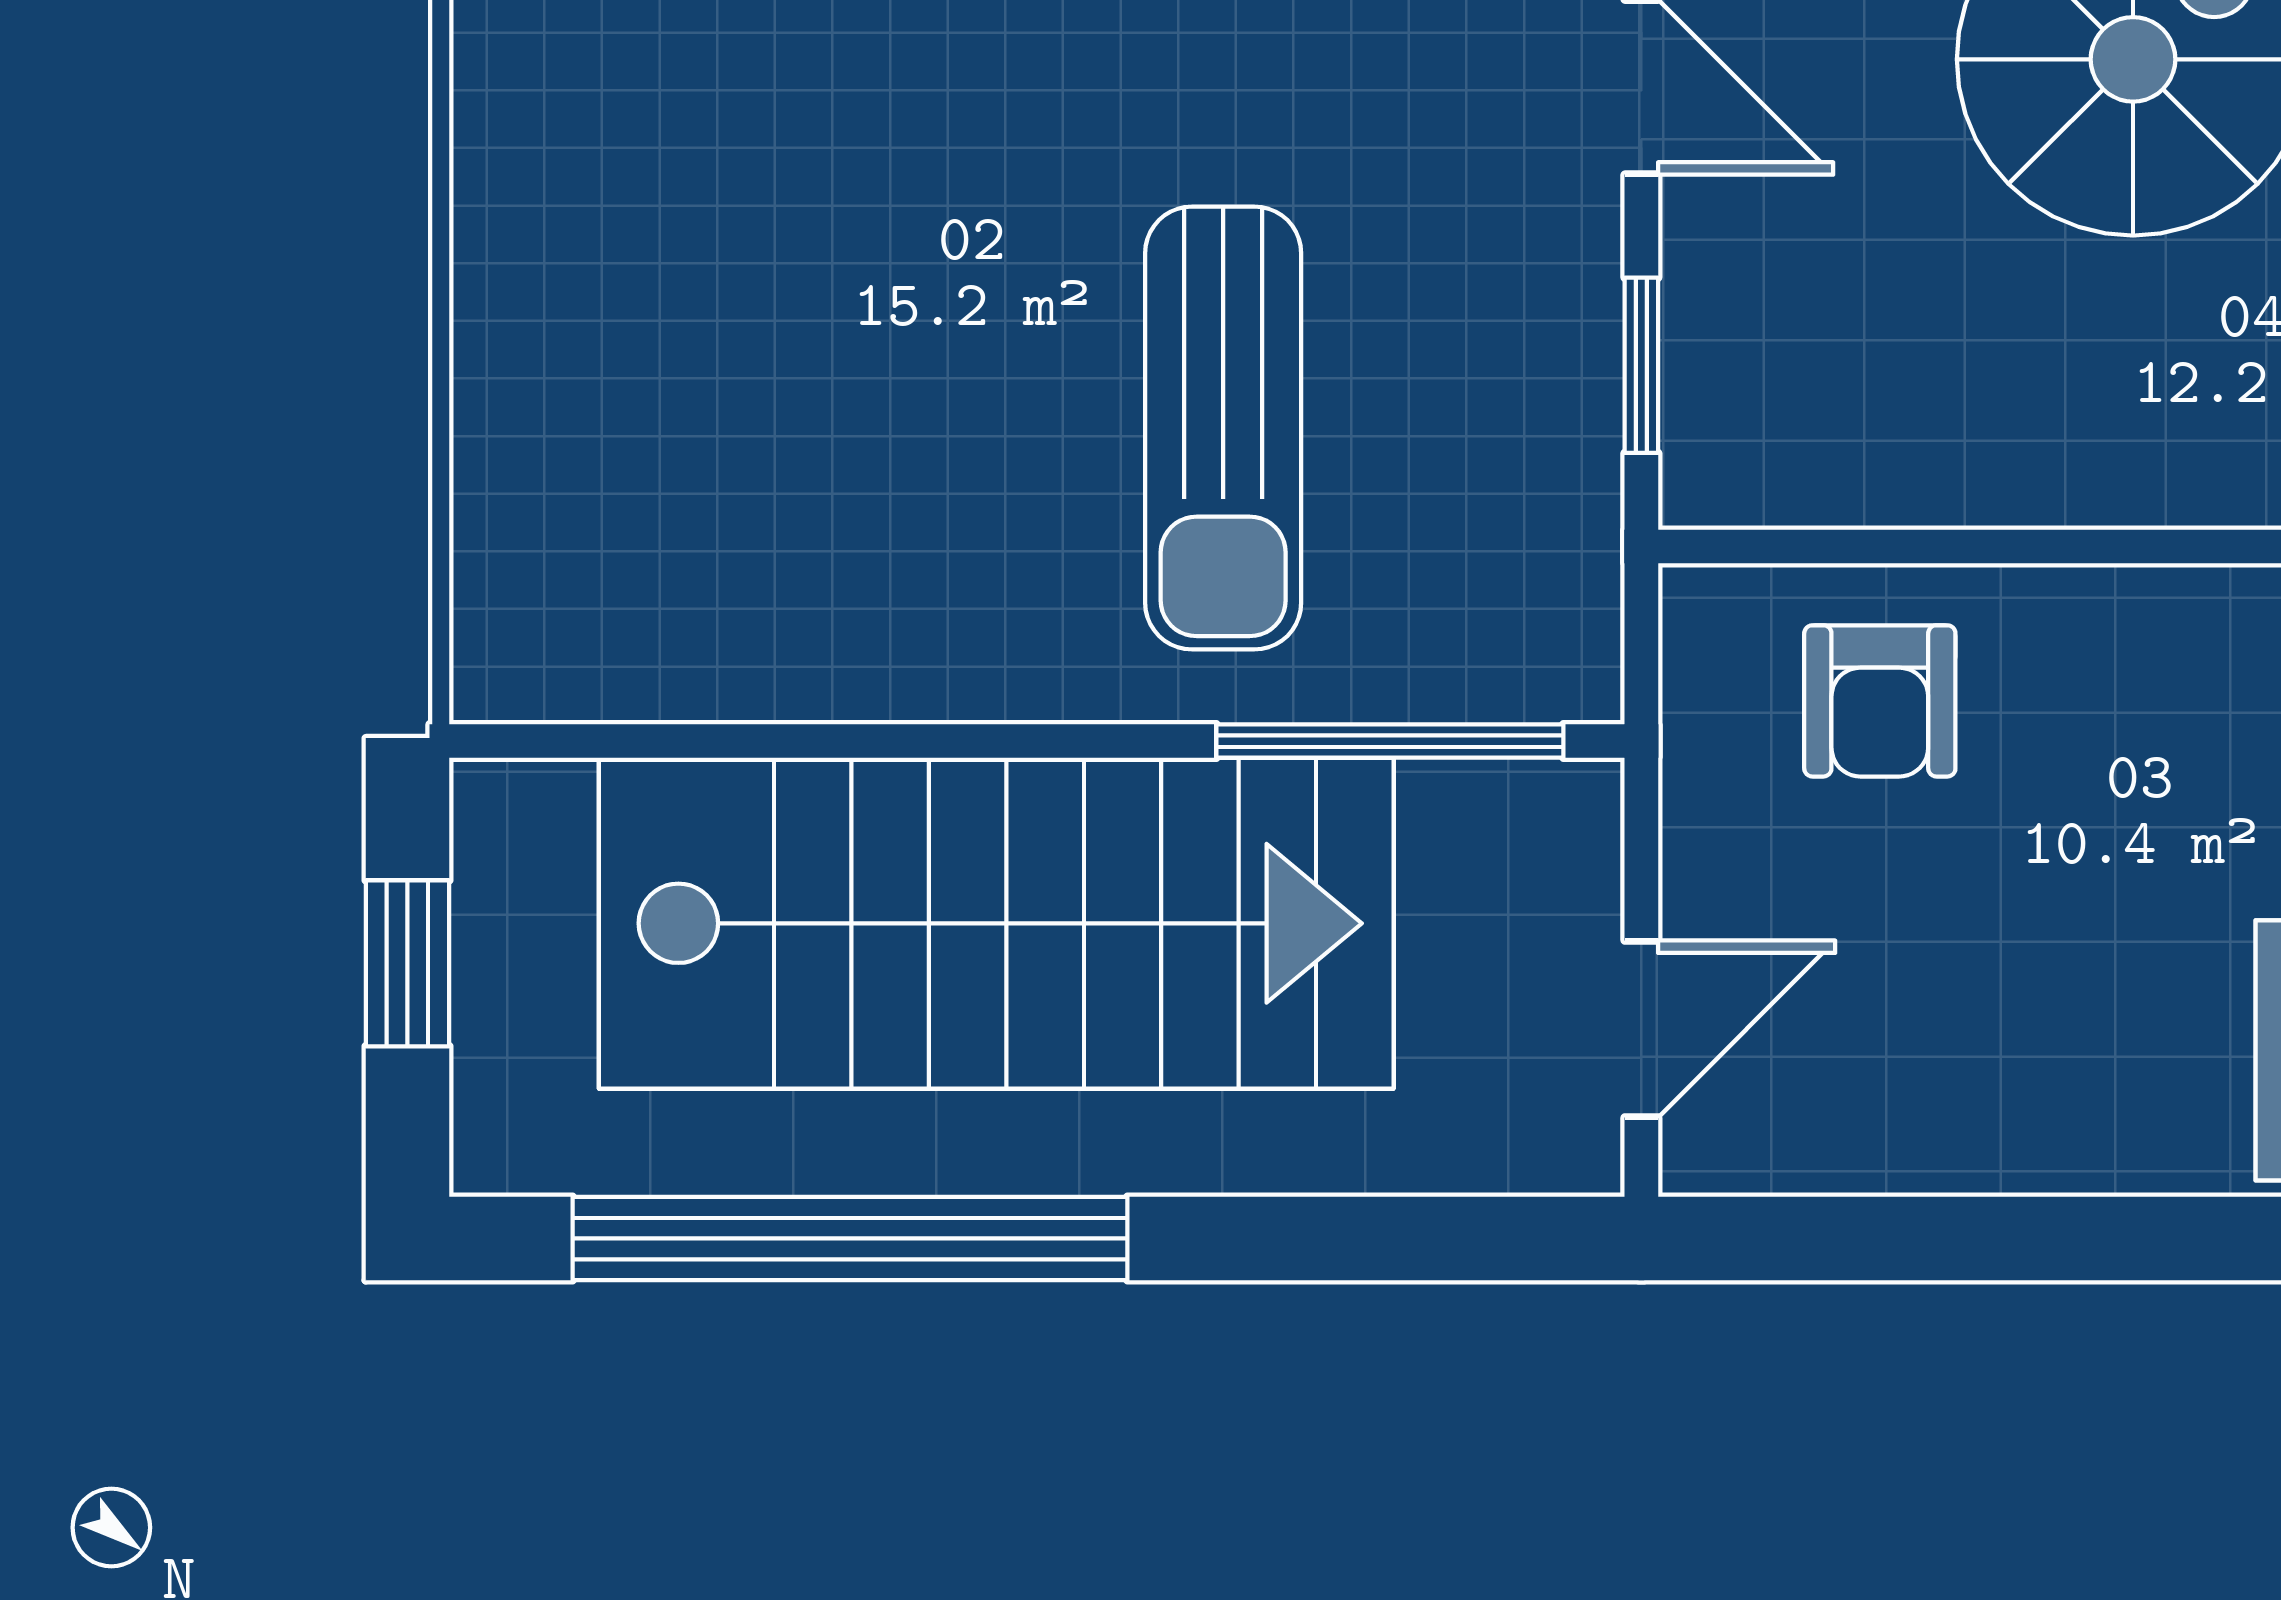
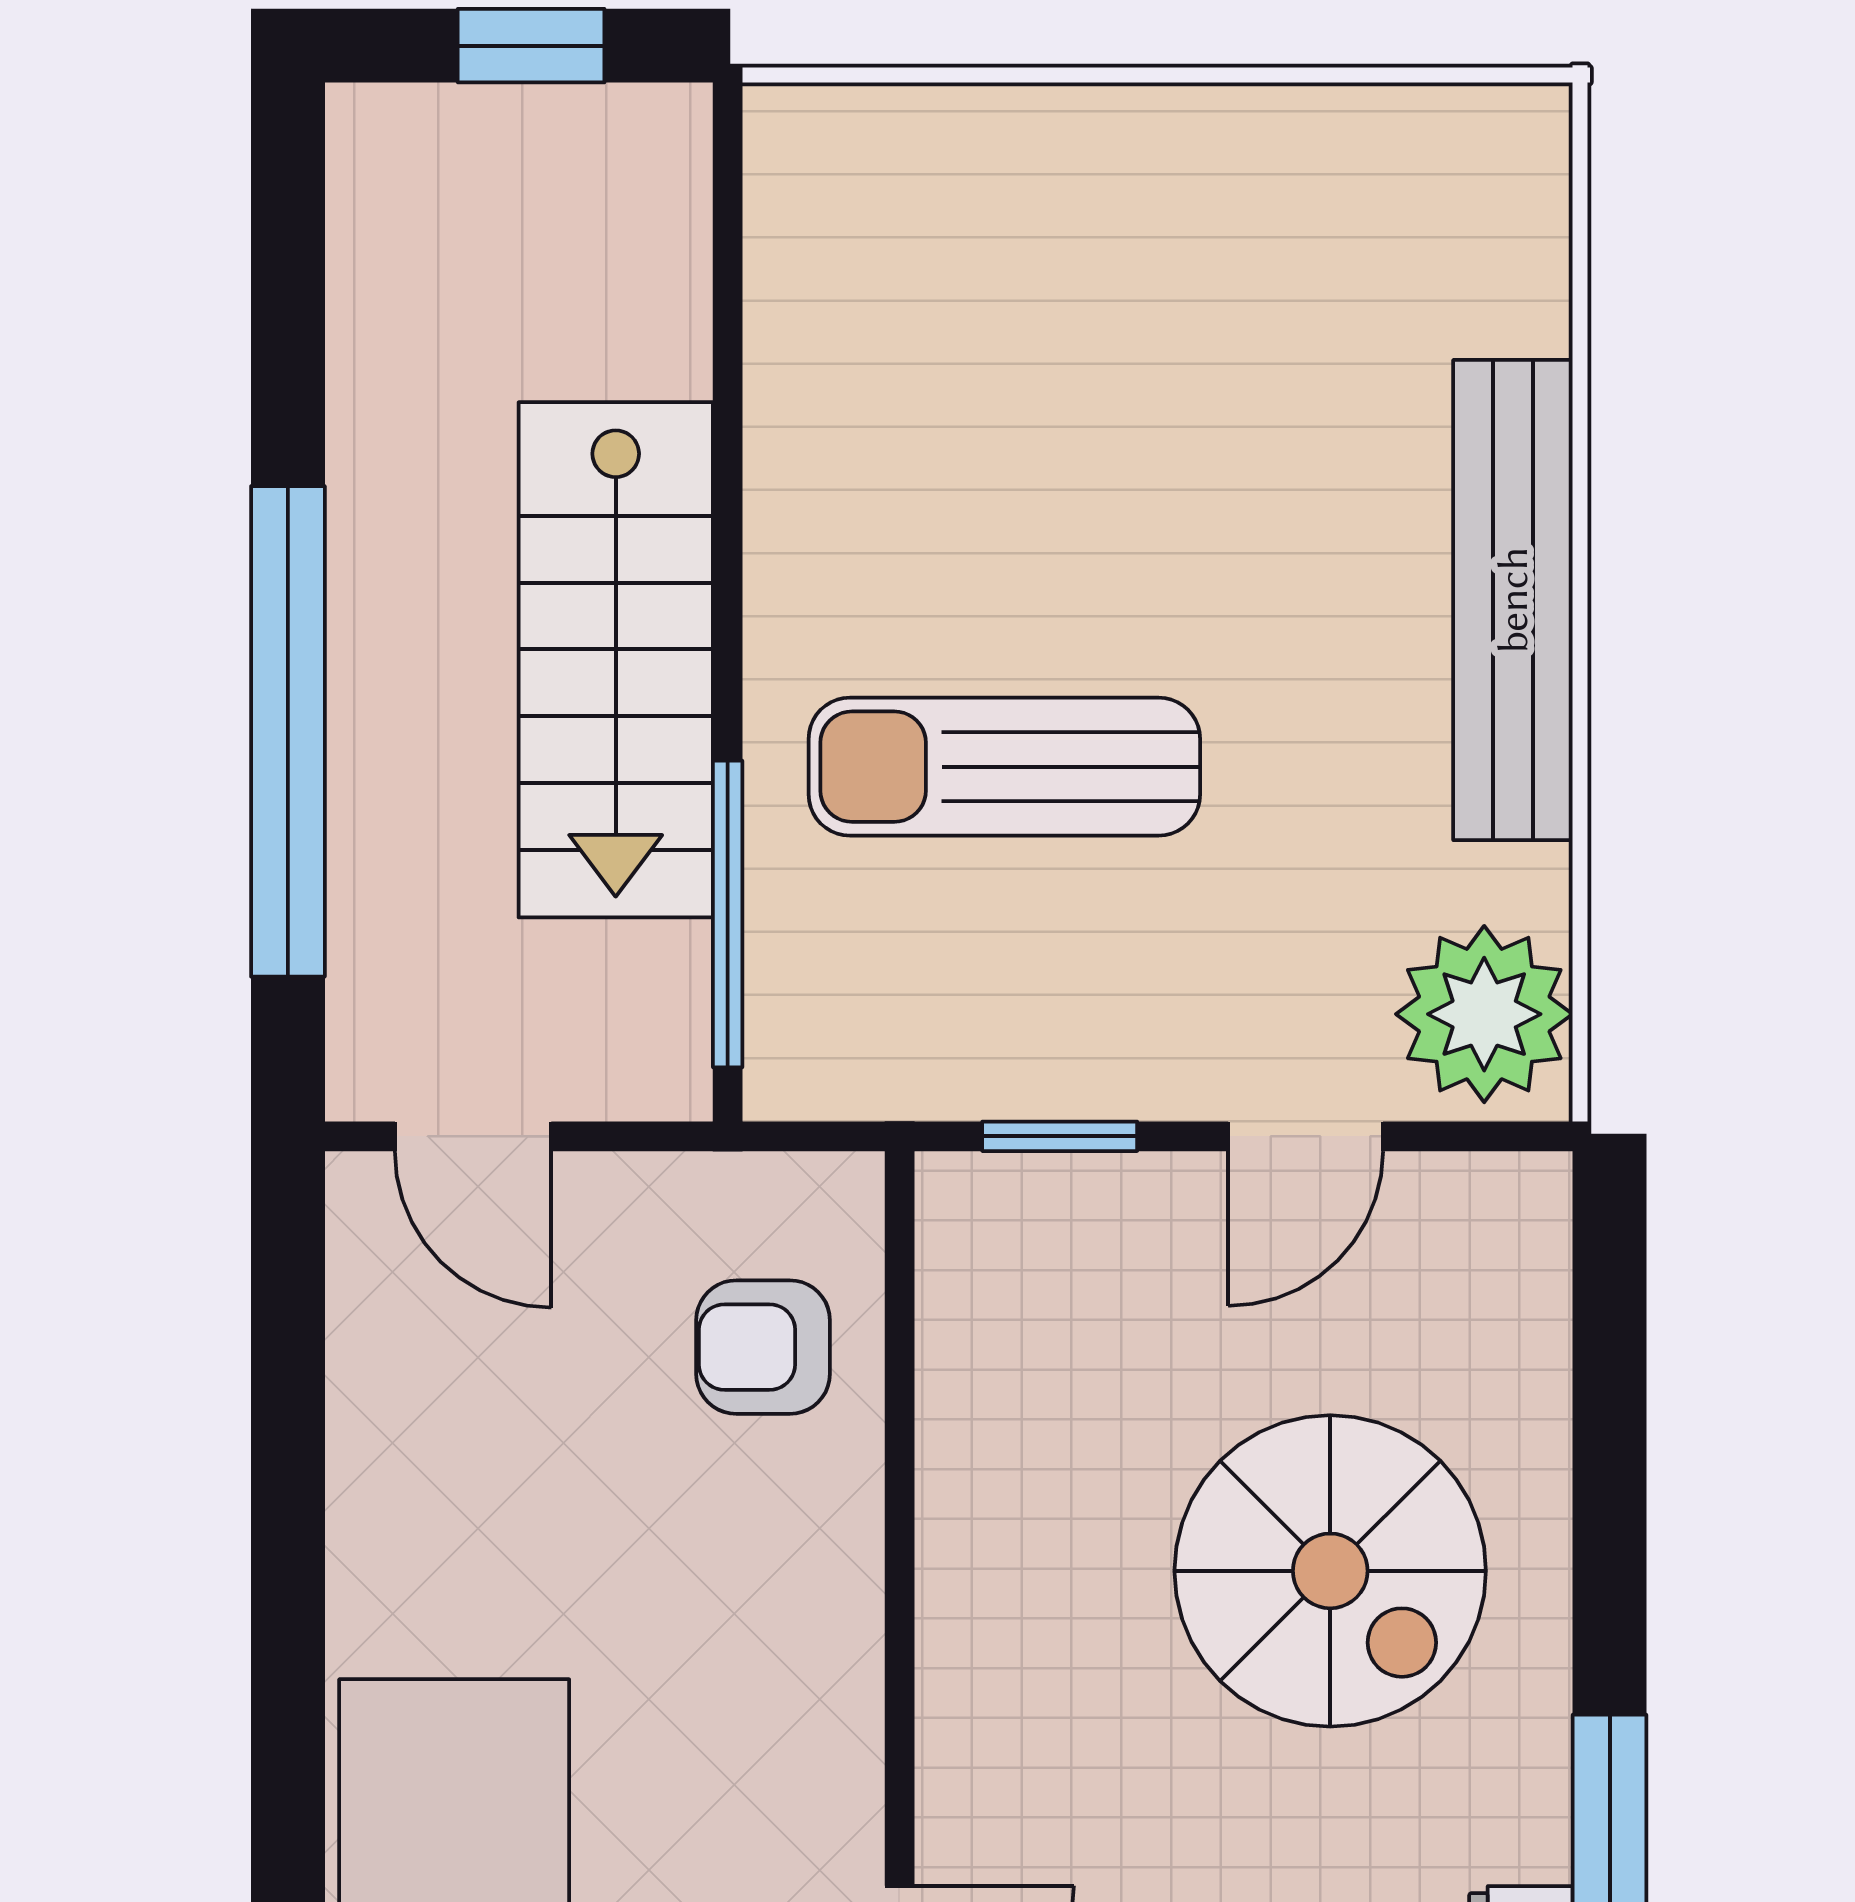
stairs: (996, 923) -> (616, 660), width x0.73, depth x0.66
window: (850, 1238) -> (288, 731), moved

